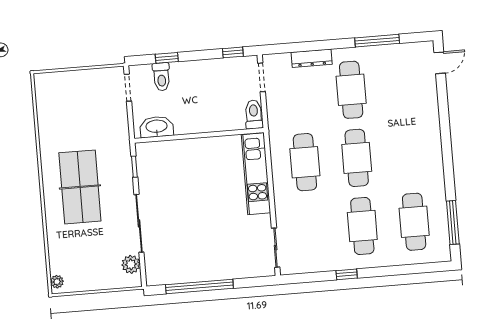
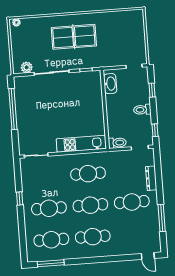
toilet: (161, 77) -> (142, 110), moved
cafe table: (408, 154) -> (93, 237), added

